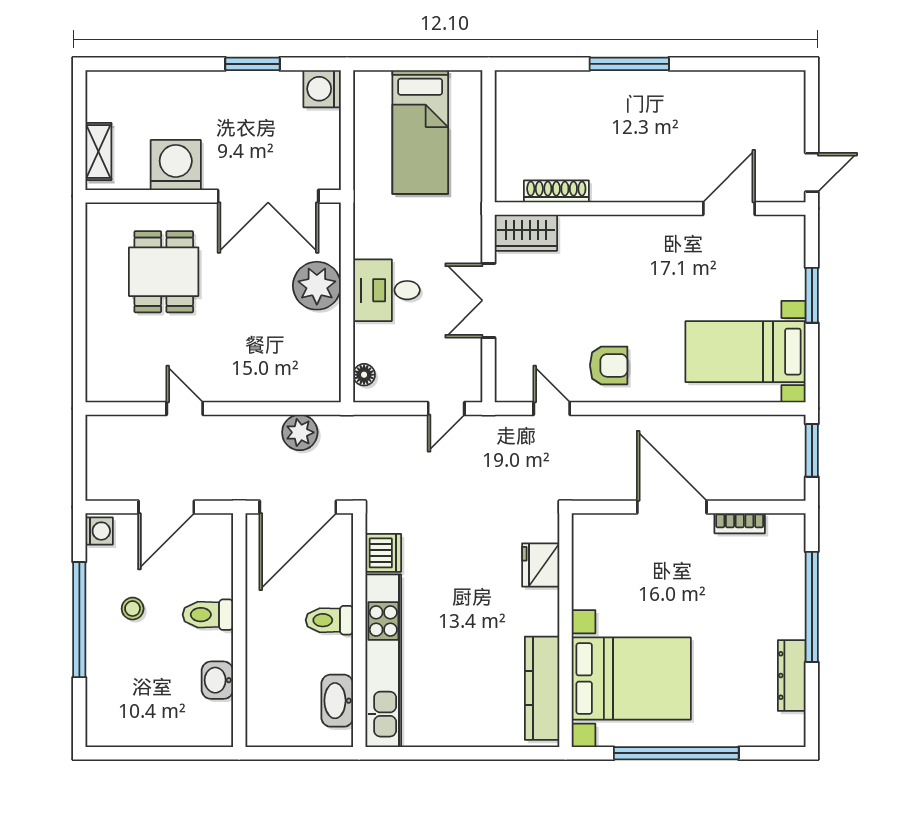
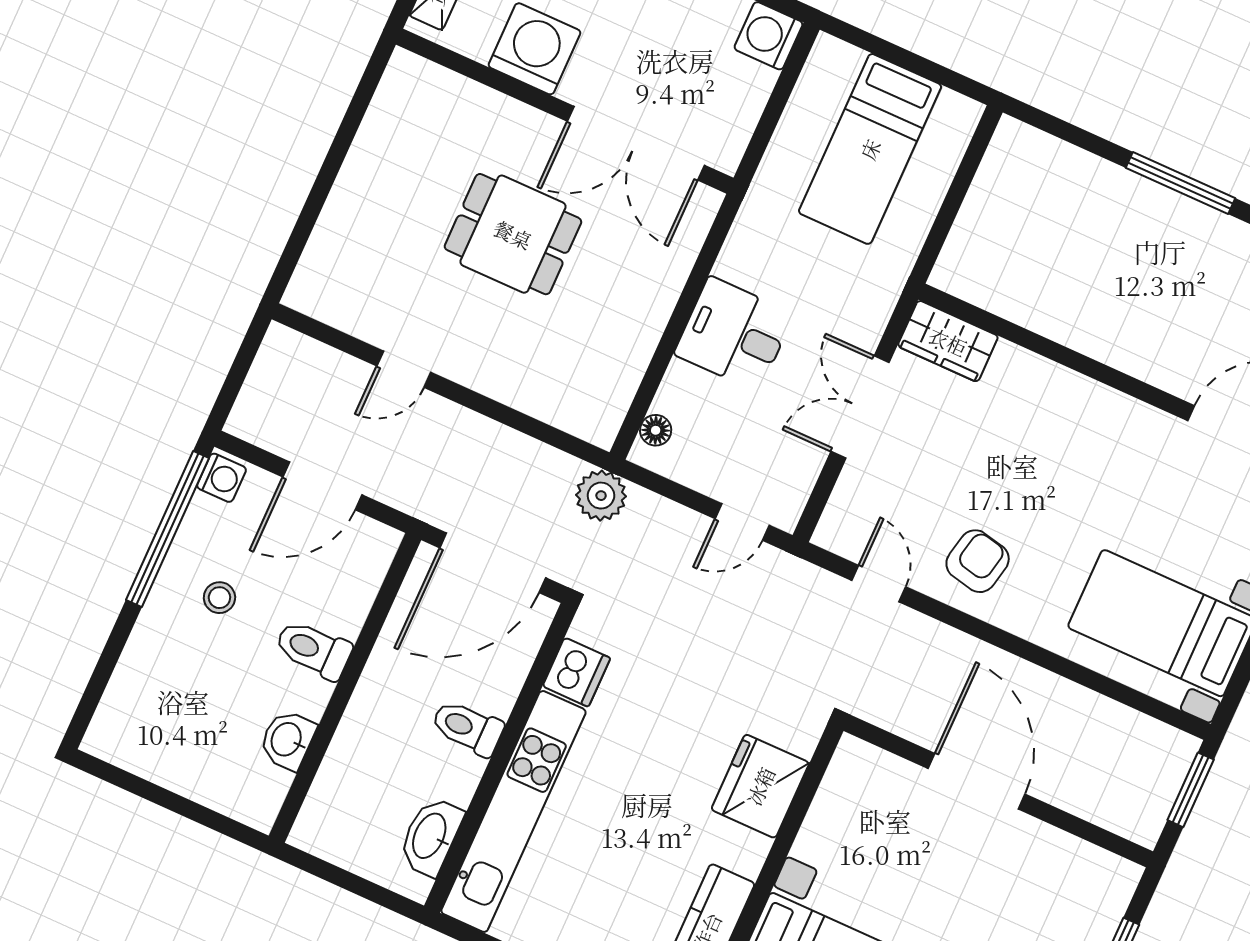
shoe rack: (556, 191) -> (1012, 305), removed
dining table: (164, 272) -> (513, 234), moved, turned 90
plant: (317, 286) -> (647, 288), removed
armchair: (609, 365) -> (978, 561), turned -78
door: (185, 409) -> (404, 369), swing flipped
plant: (300, 432) -> (601, 496), moved
bookcase: (740, 523) -> (1055, 842), removed
fridge: (541, 565) -> (760, 786), width x1.36, depth x1.34
window: (79, 620) -> (167, 529), moved

